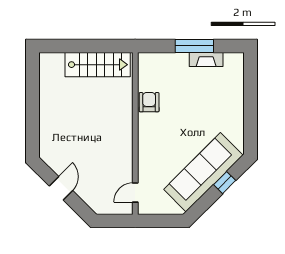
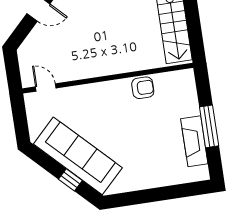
fireplace: (206, 59) -> (194, 141), width x1.37, depth x1.32

